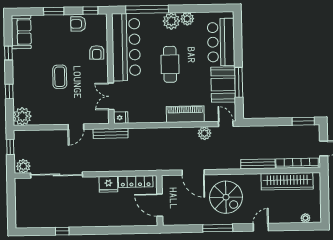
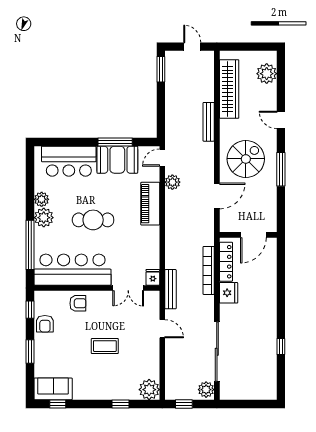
window: (8, 53) -> (58, 404), moved
bookcase: (297, 163) -> (209, 270), moved
plant: (305, 218) -> (267, 74), width x1.88, depth x1.88

